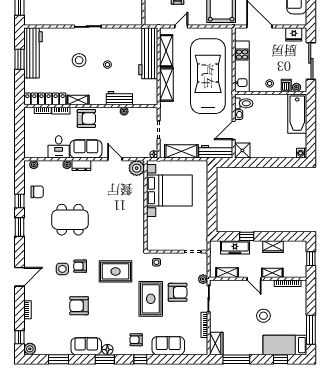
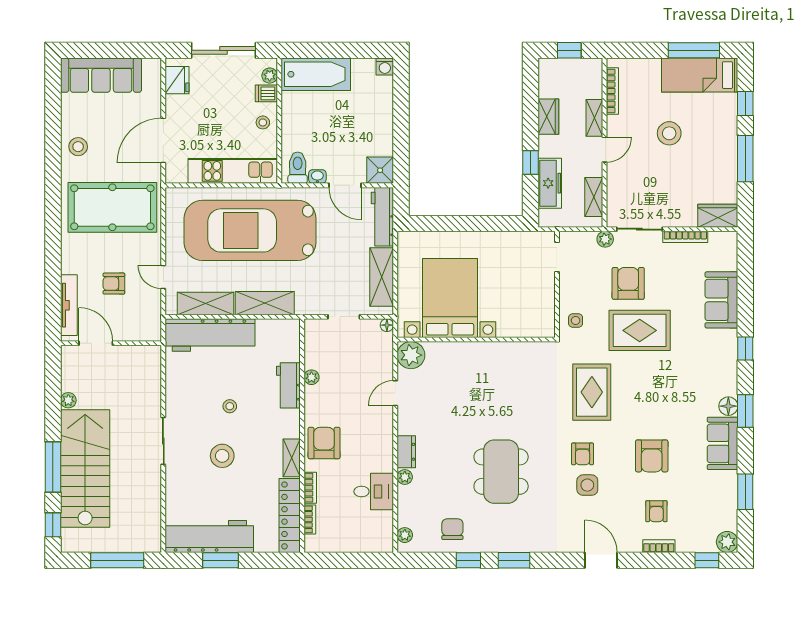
sofa: (86, 149) -> (377, 444), removed
armchair: (136, 340) -> (656, 511), moved
bed: (285, 345) -> (700, 75), moved, turned 90
window: (236, 359) -> (745, 159), moved

